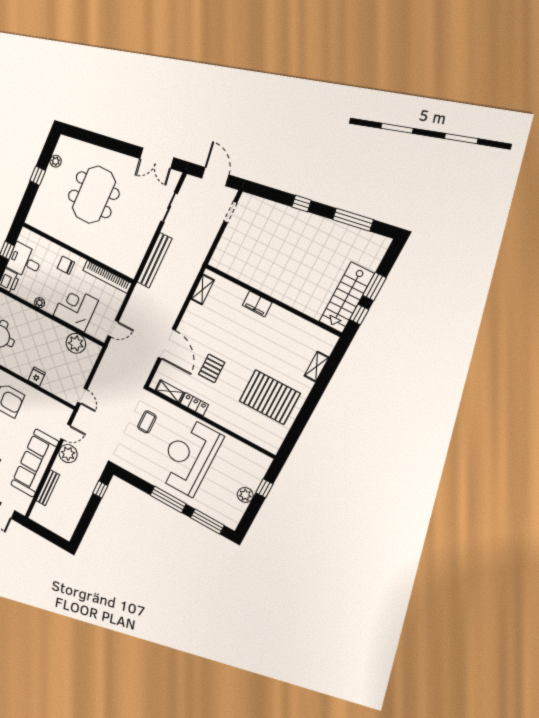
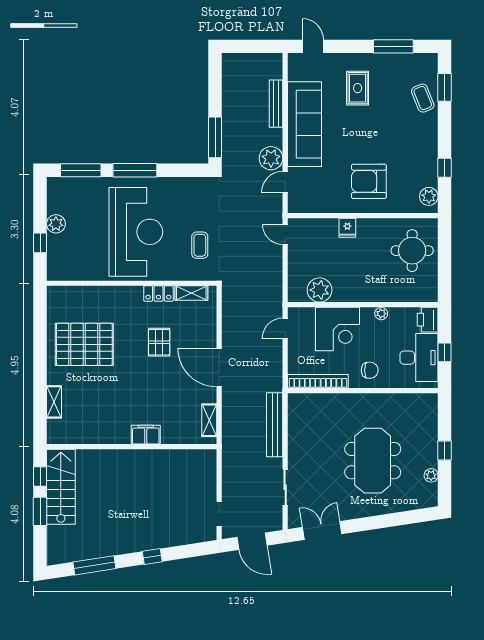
desk: (25, 261) -> (419, 358), width x1.37
door: (167, 344) -> (219, 368), moved
window: (100, 489) -> (215, 137), width x2.17

